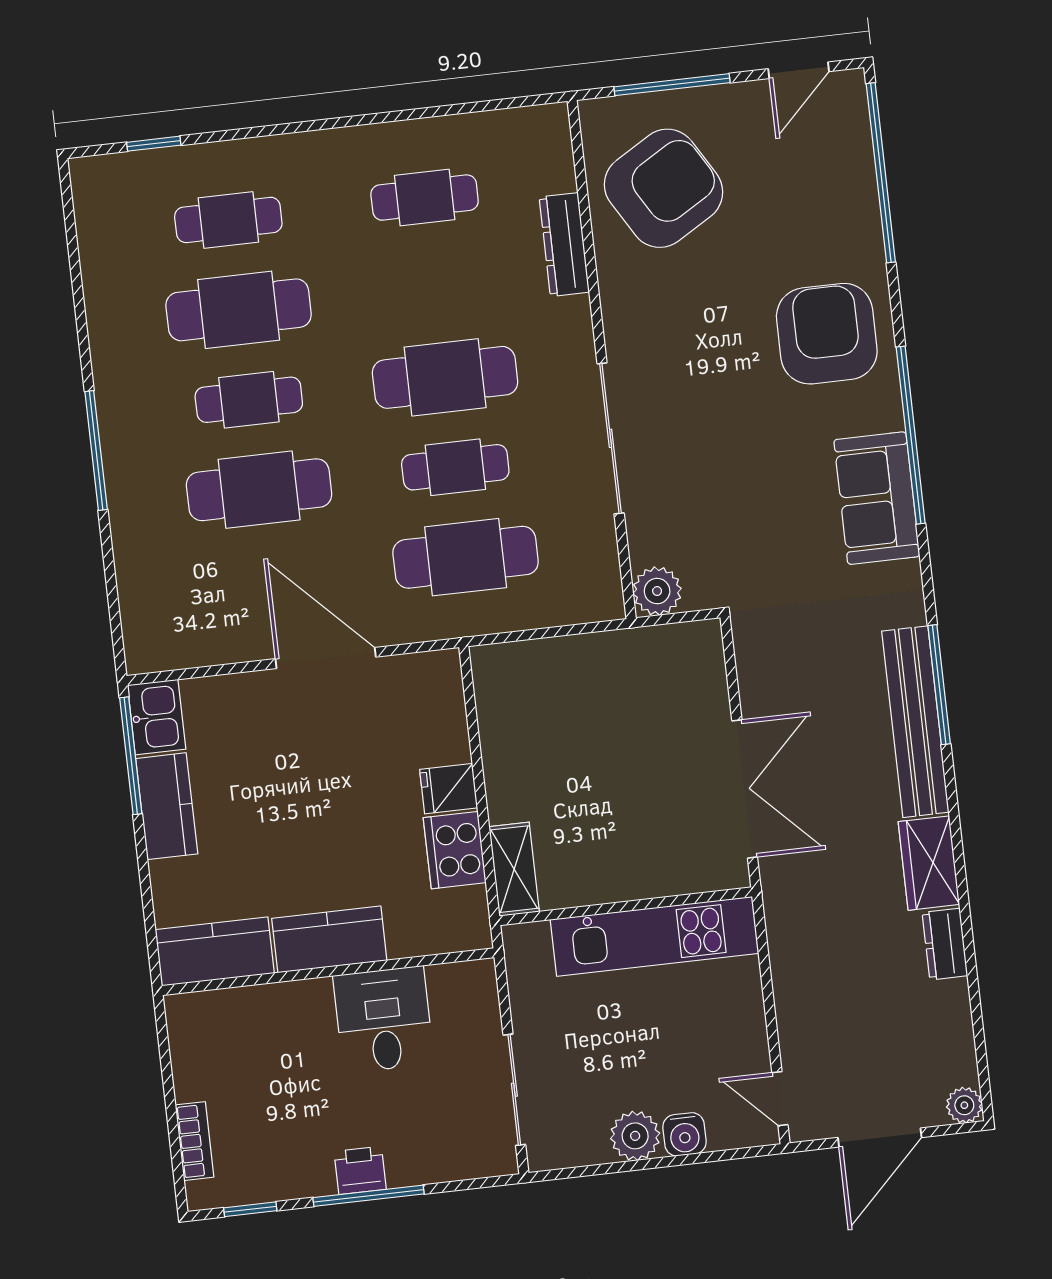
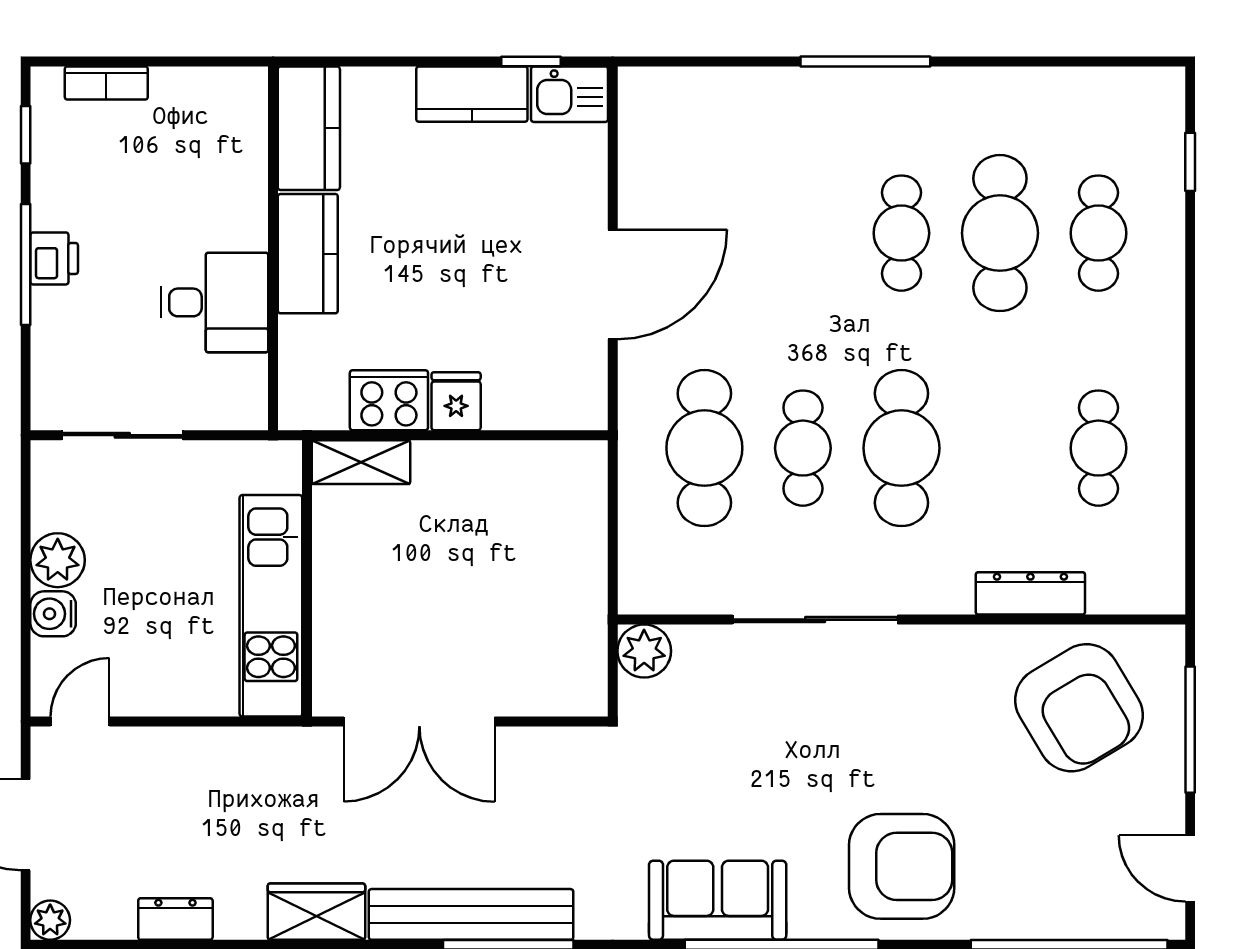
cafe table: (259, 490) -> (803, 233), removed
window: (131, 756) -> (531, 62), width x0.46
dresser: (945, 944) -> (175, 919), moved

